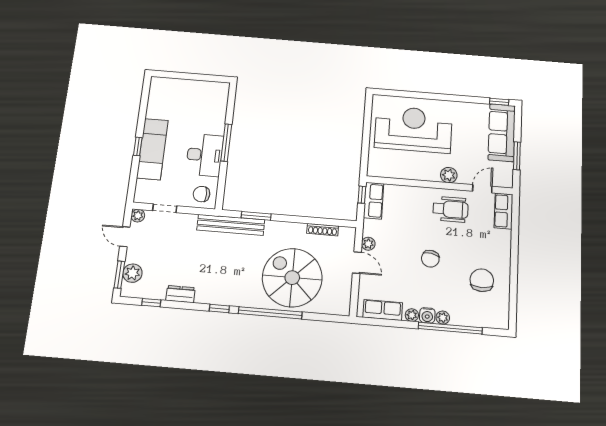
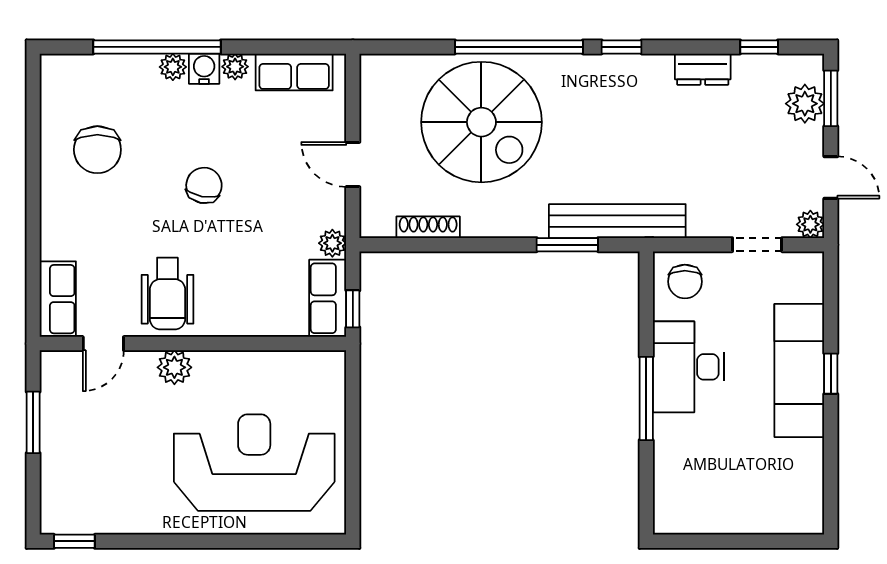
reception desk: (413, 129) -> (254, 463), turned 180
sofa: (502, 133) -> (67, 471), removed
chair: (202, 194) -> (685, 282), turned 90
wheelchair: (451, 209) -> (167, 293), turned -90
plant: (368, 244) -> (332, 243), moved

